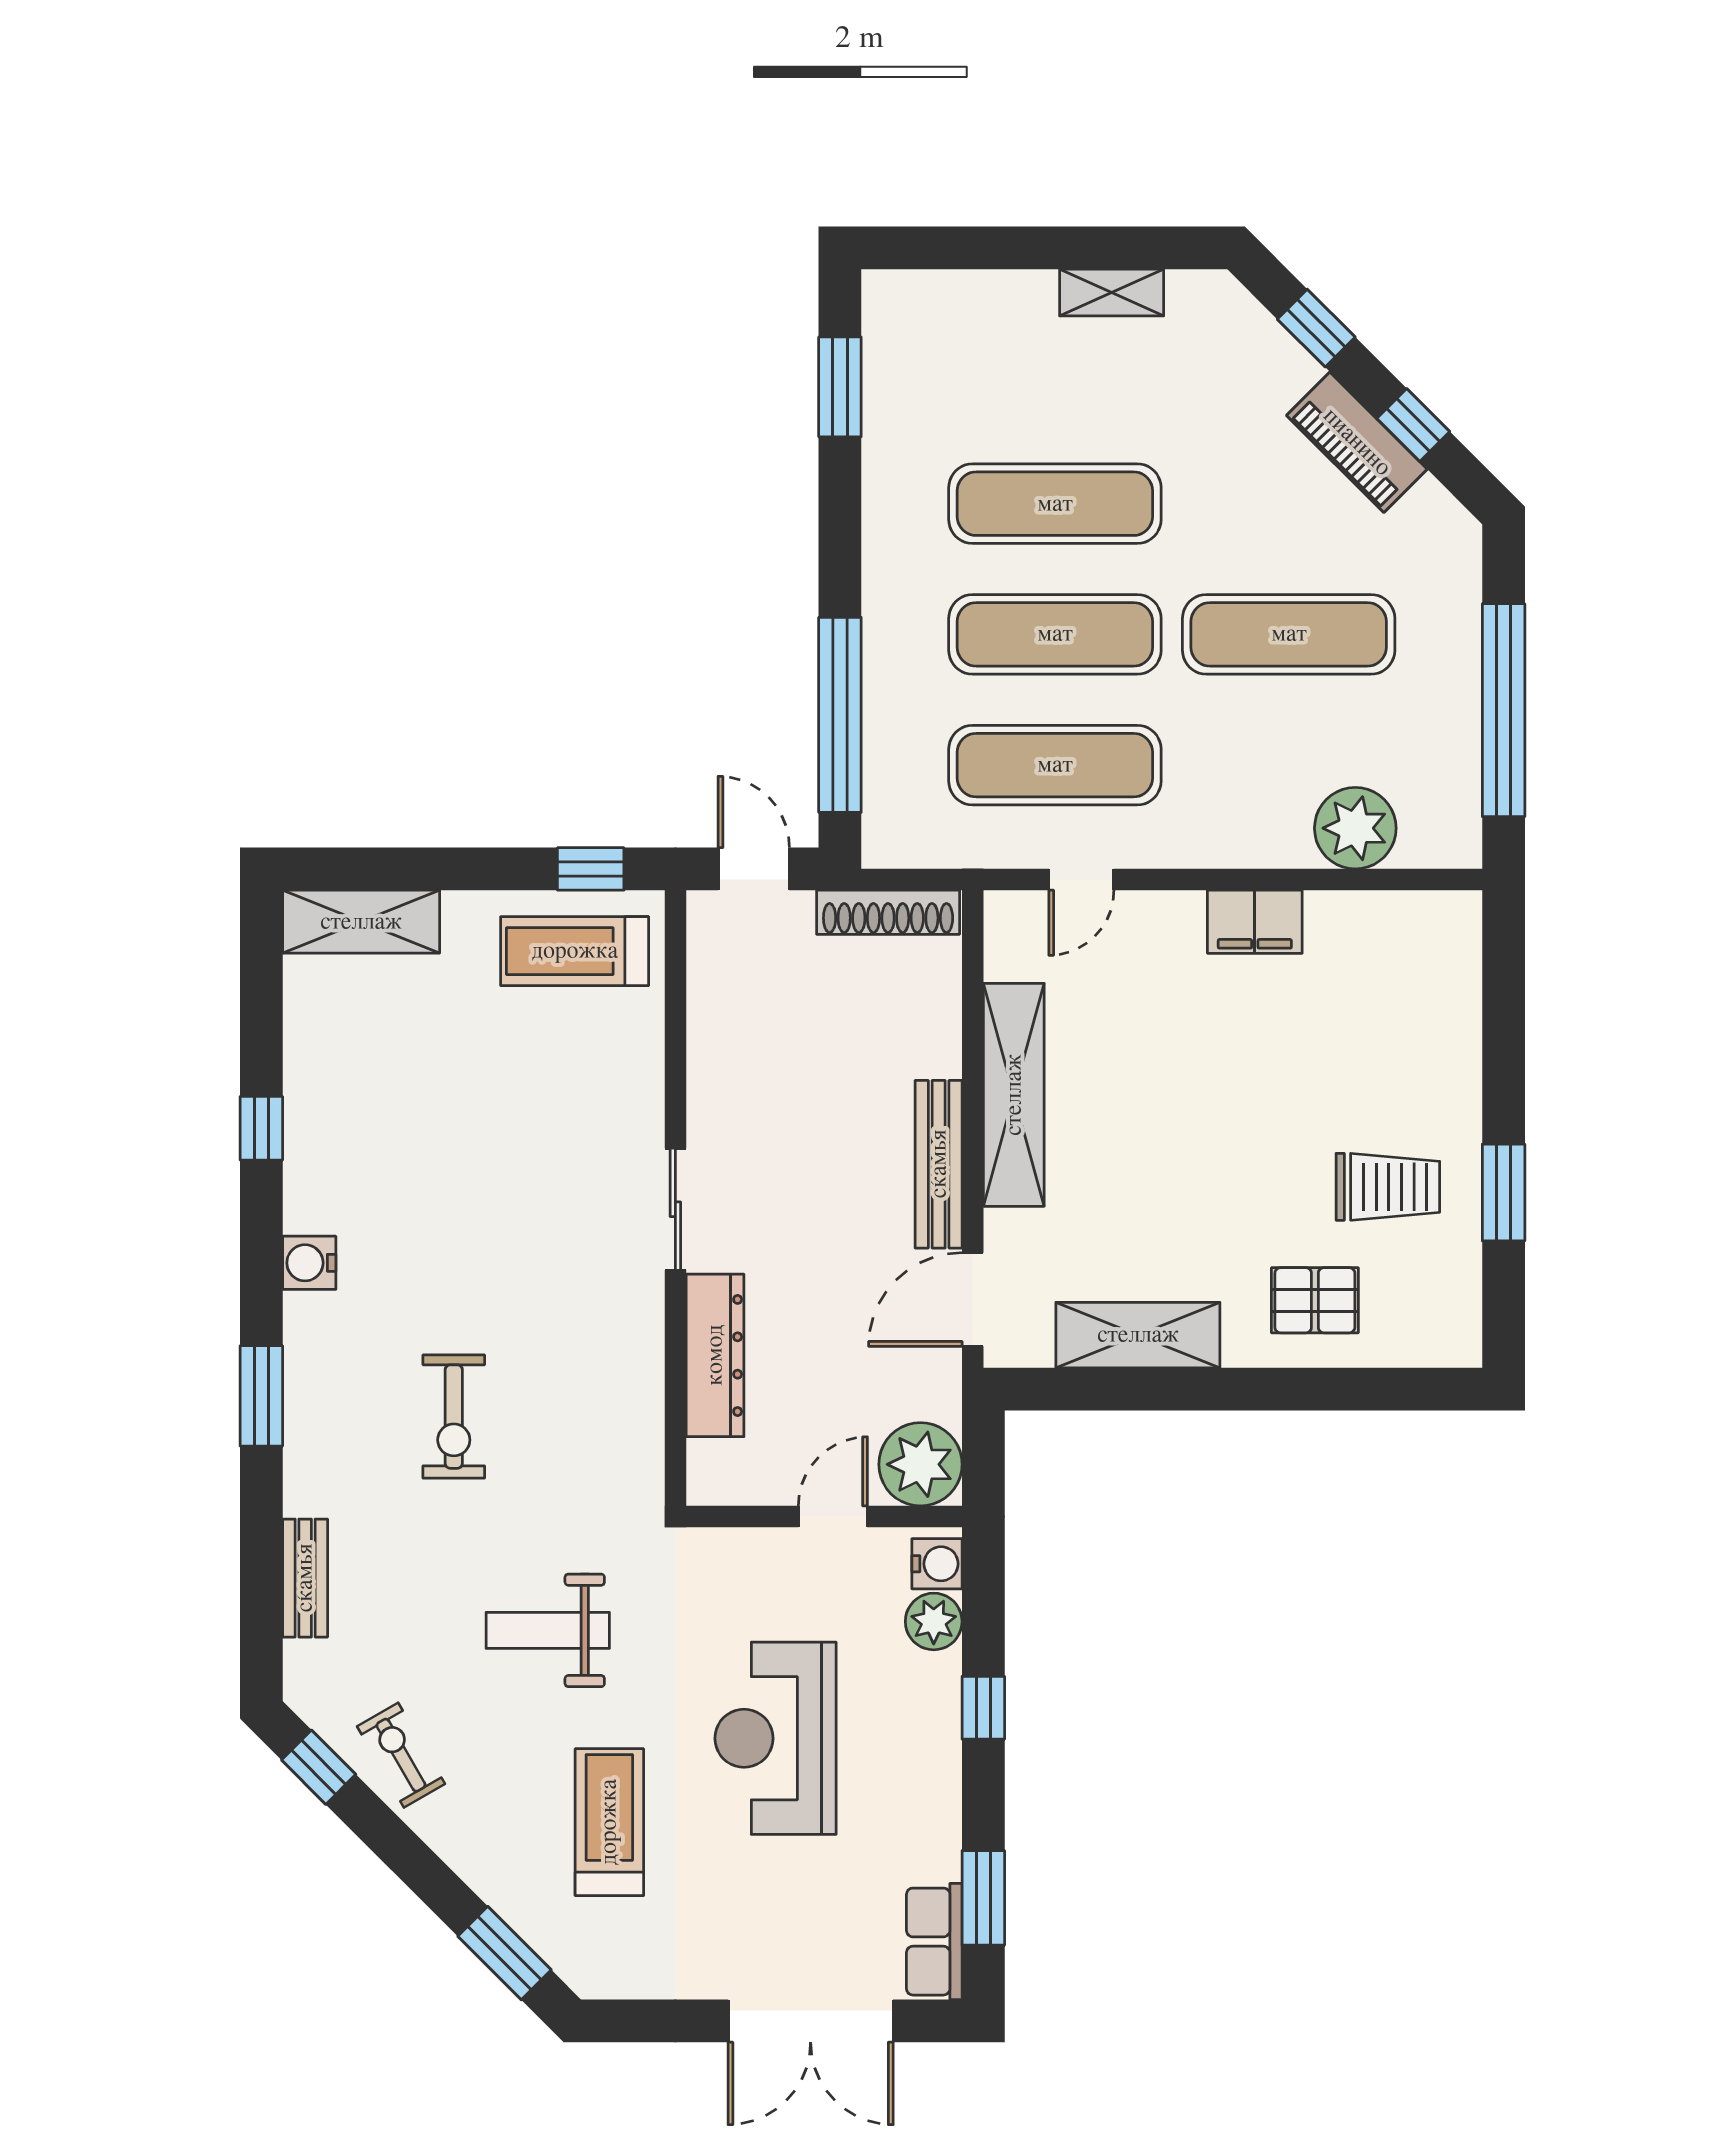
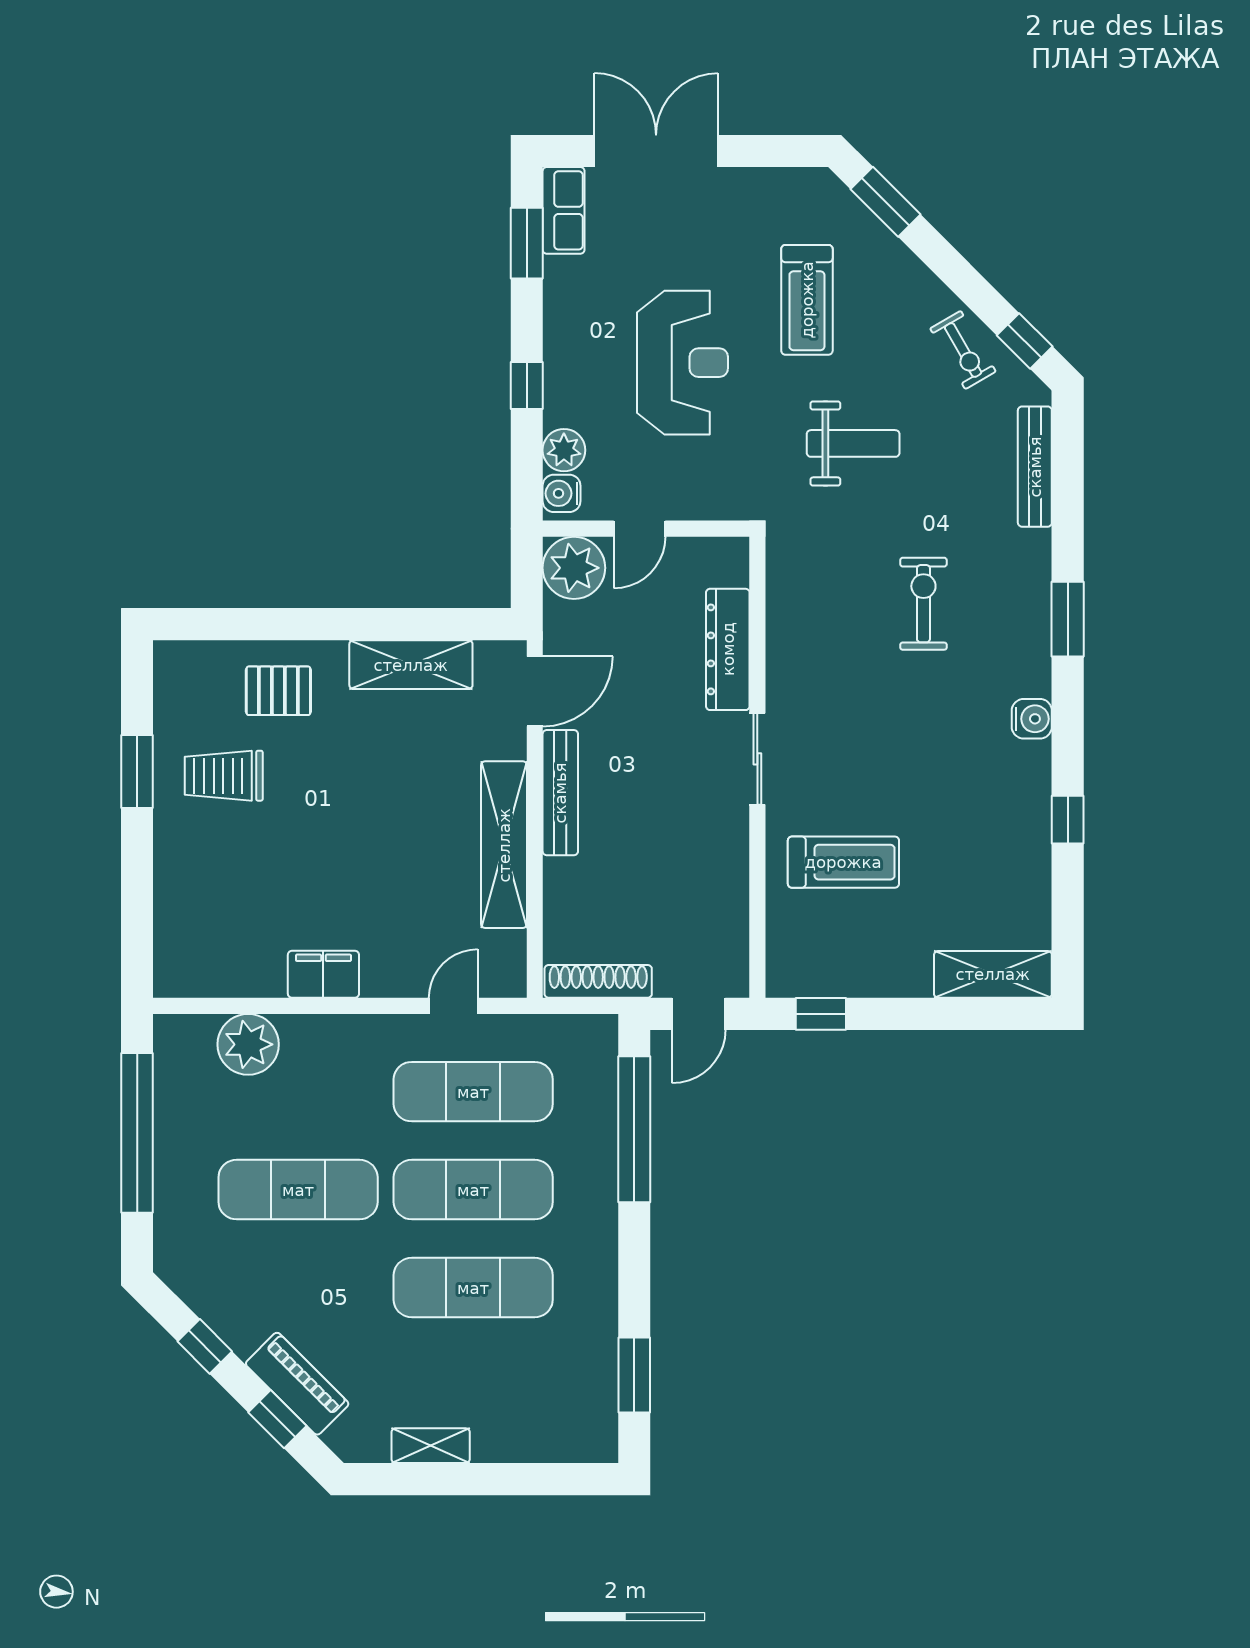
piano: (1357, 442) -> (297, 1384), moved
door: (754, 869) -> (699, 1014), hinge flipped
treadmill: (575, 951) -> (843, 862), moved
bench: (305, 1578) -> (1035, 467), width x1.36

